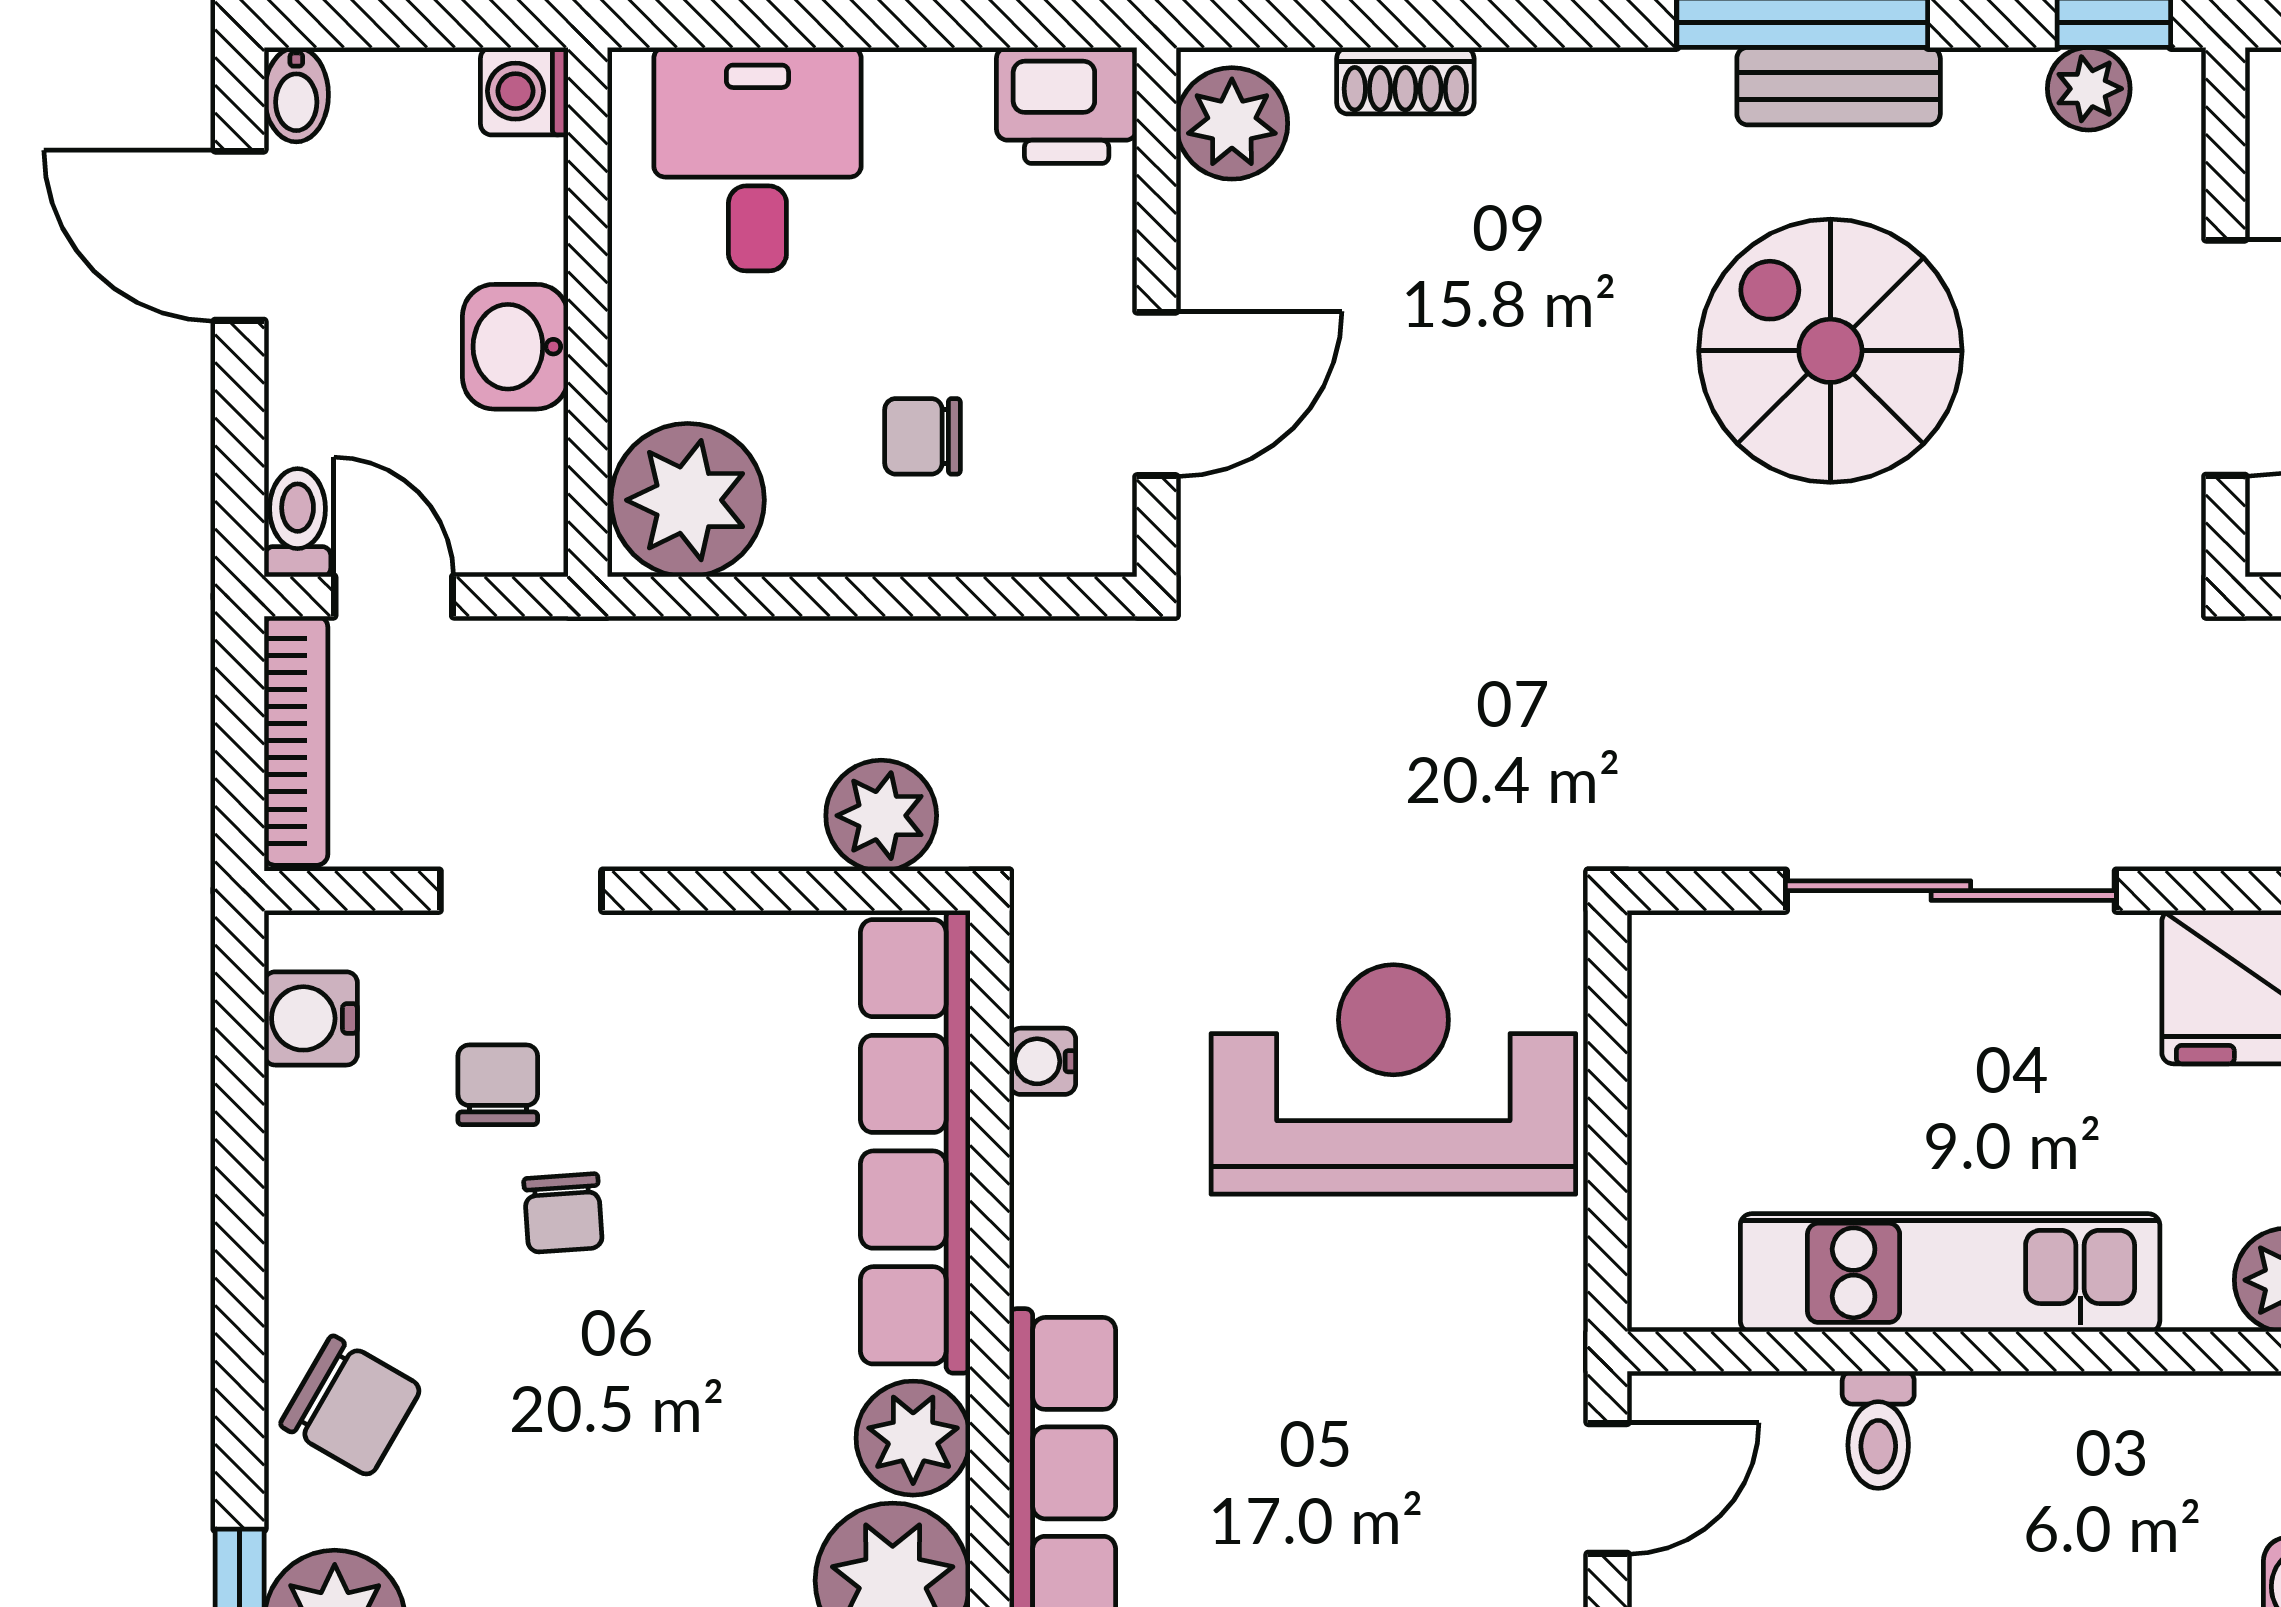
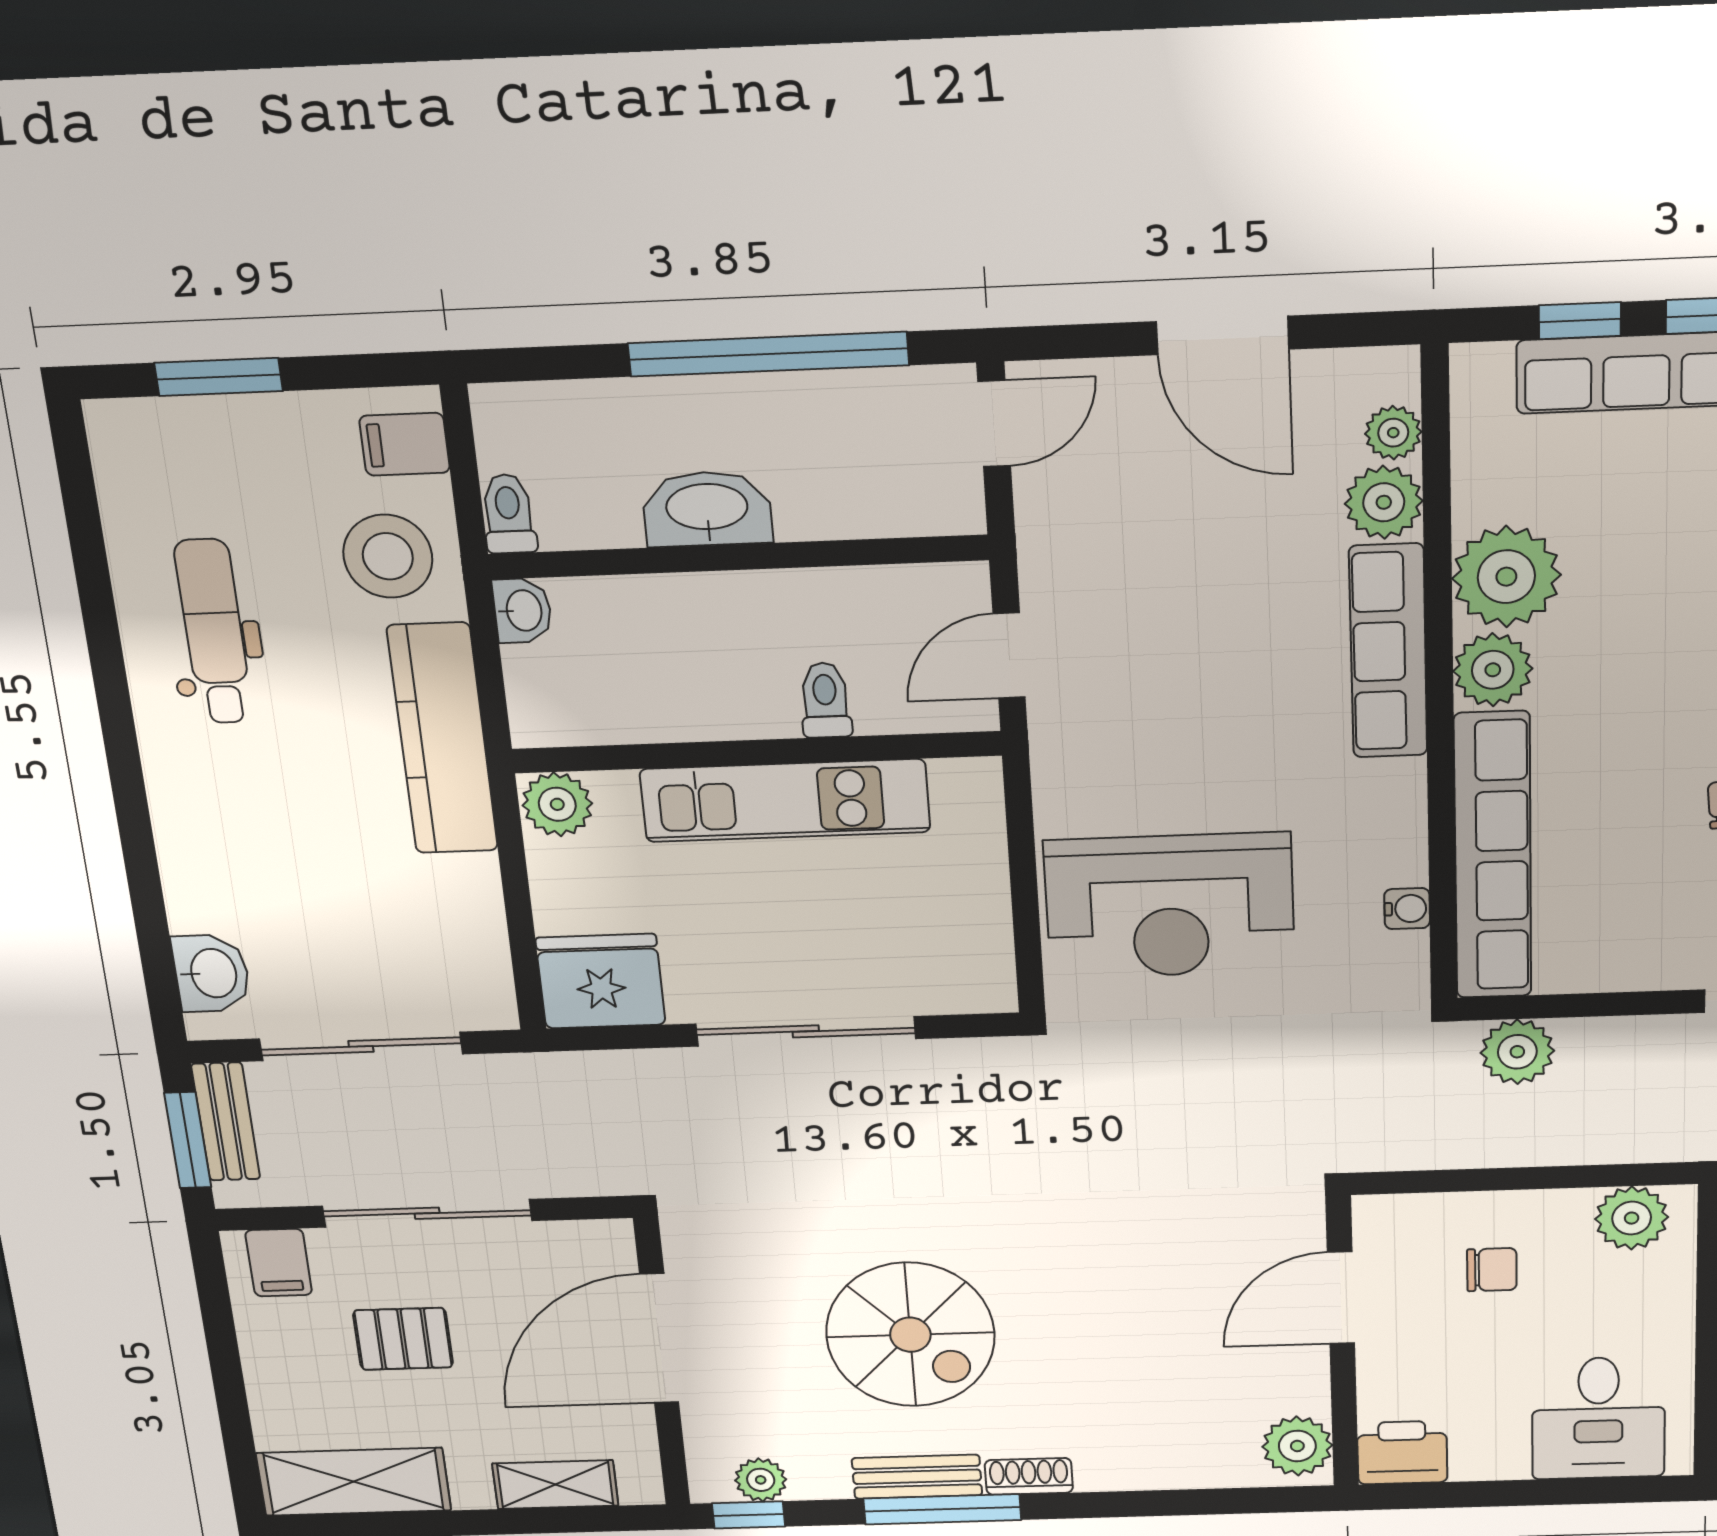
shoe rack: (1405, 81) -> (1029, 1476), moved
plant: (688, 500) -> (1632, 1218), width x0.73, depth x0.73

